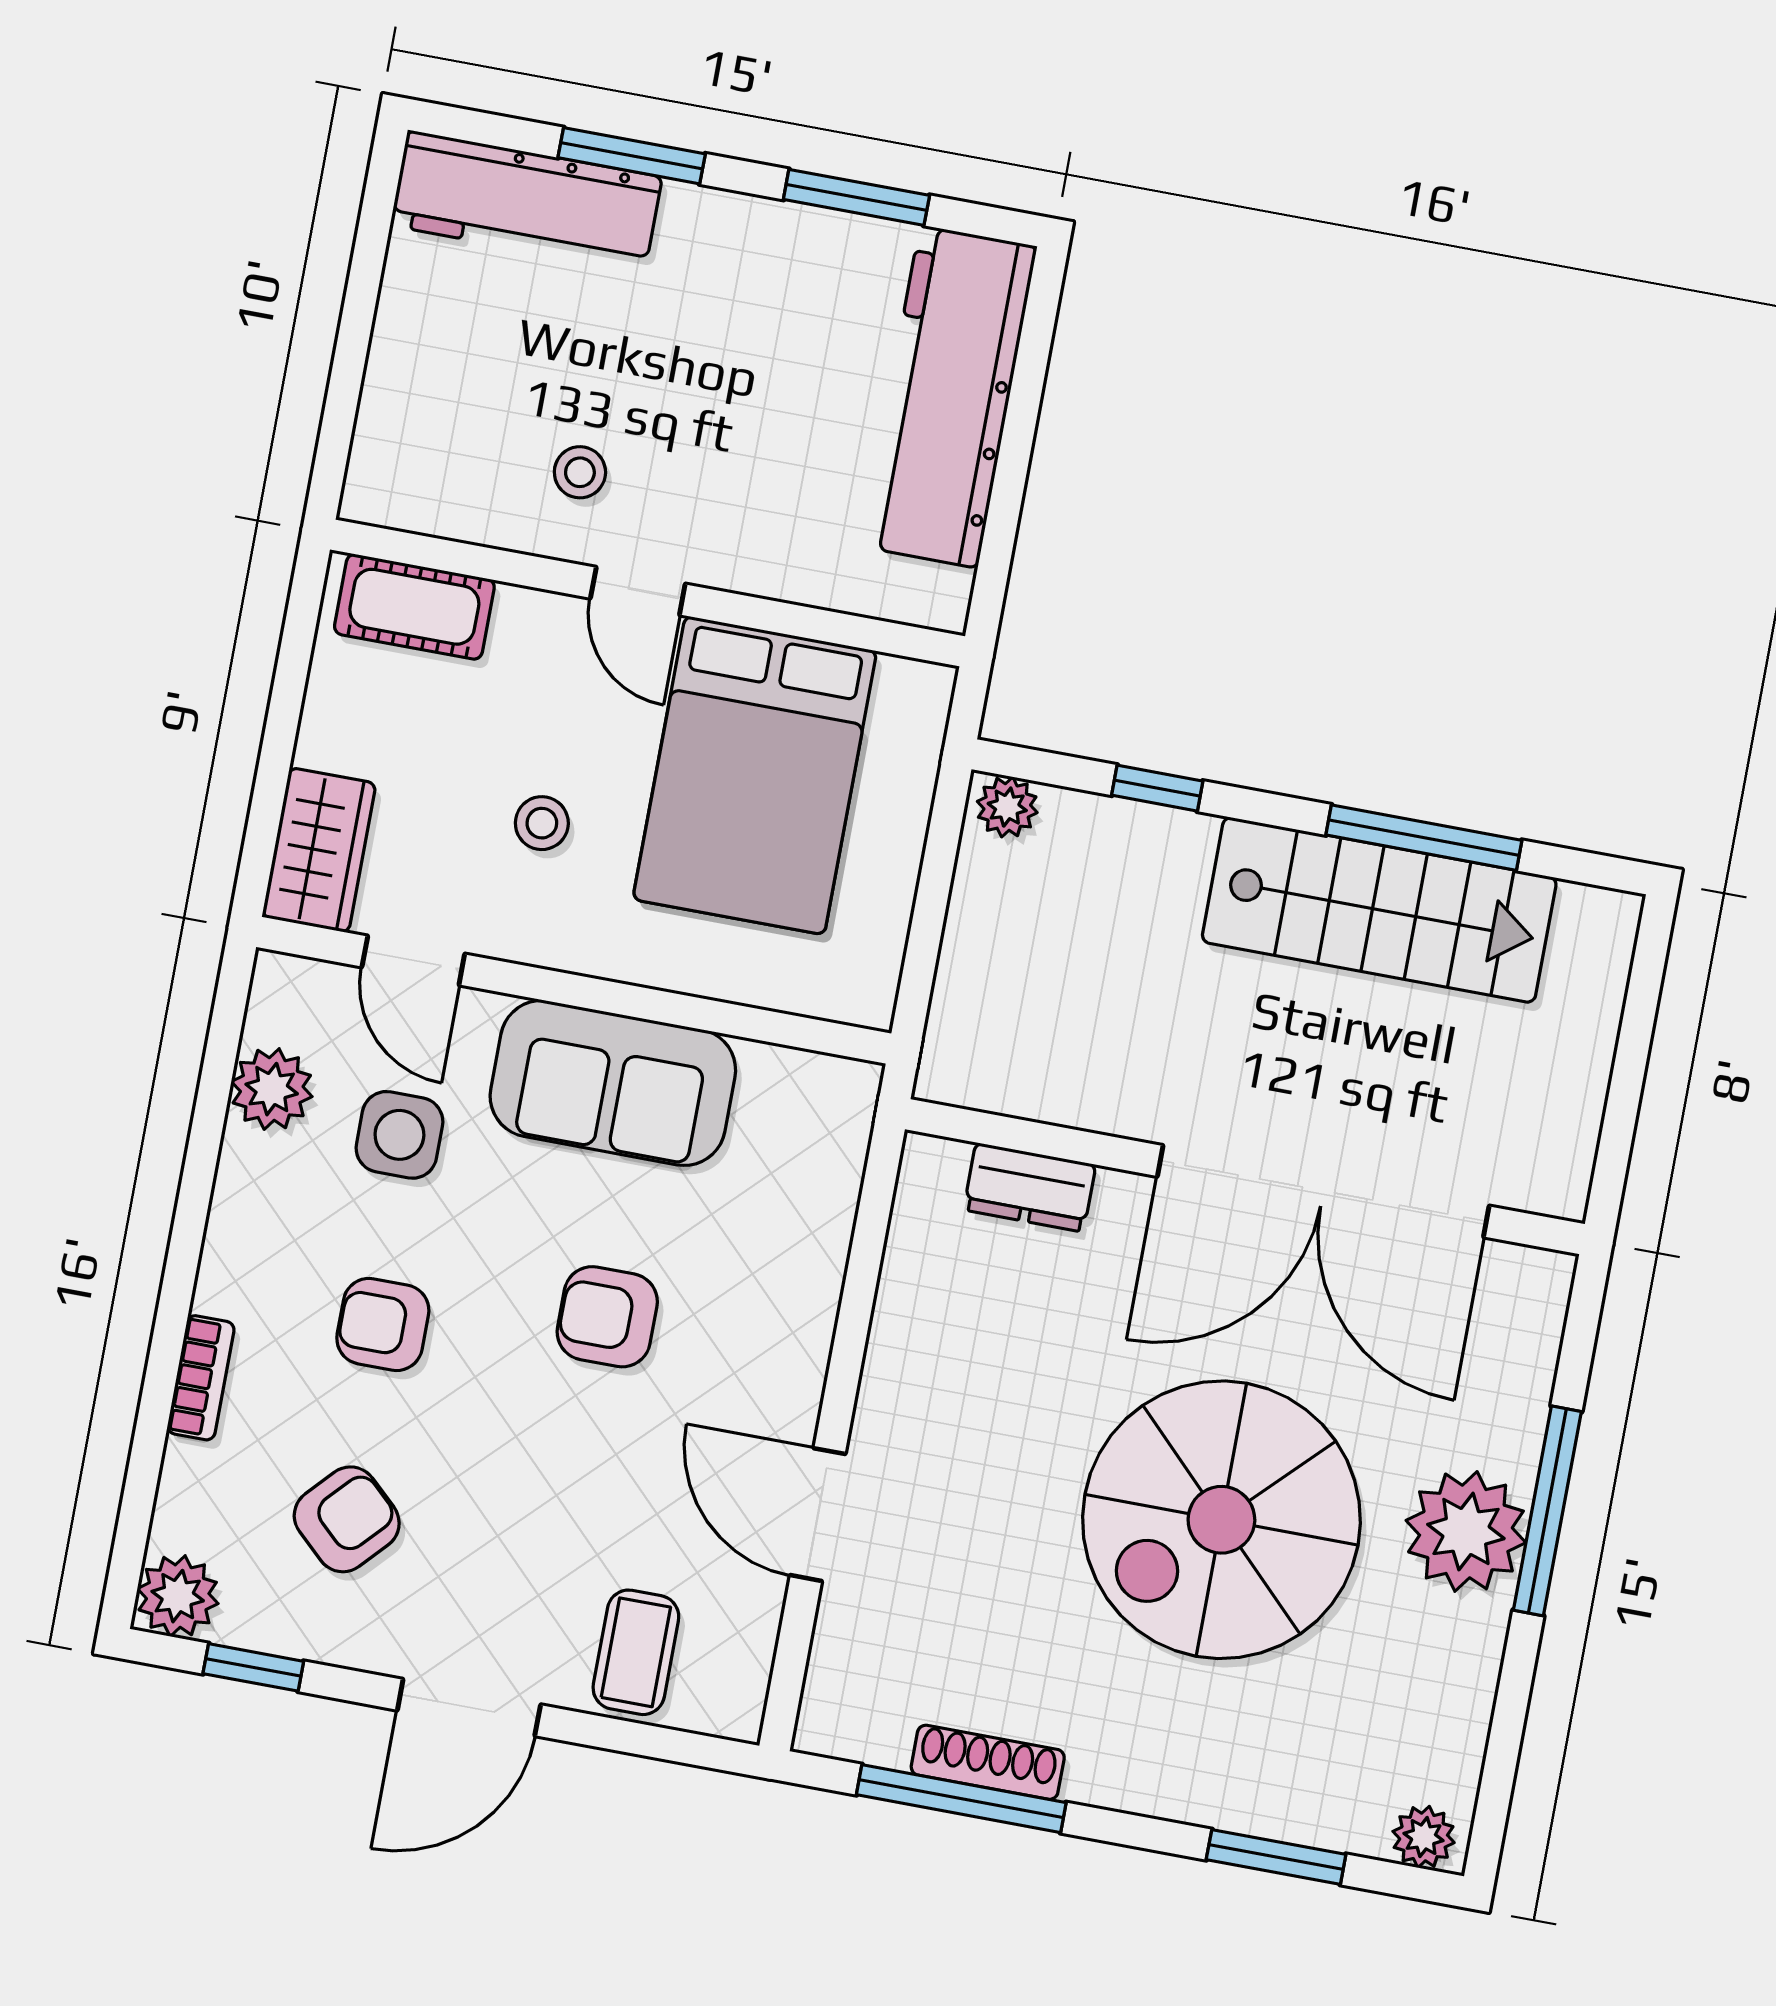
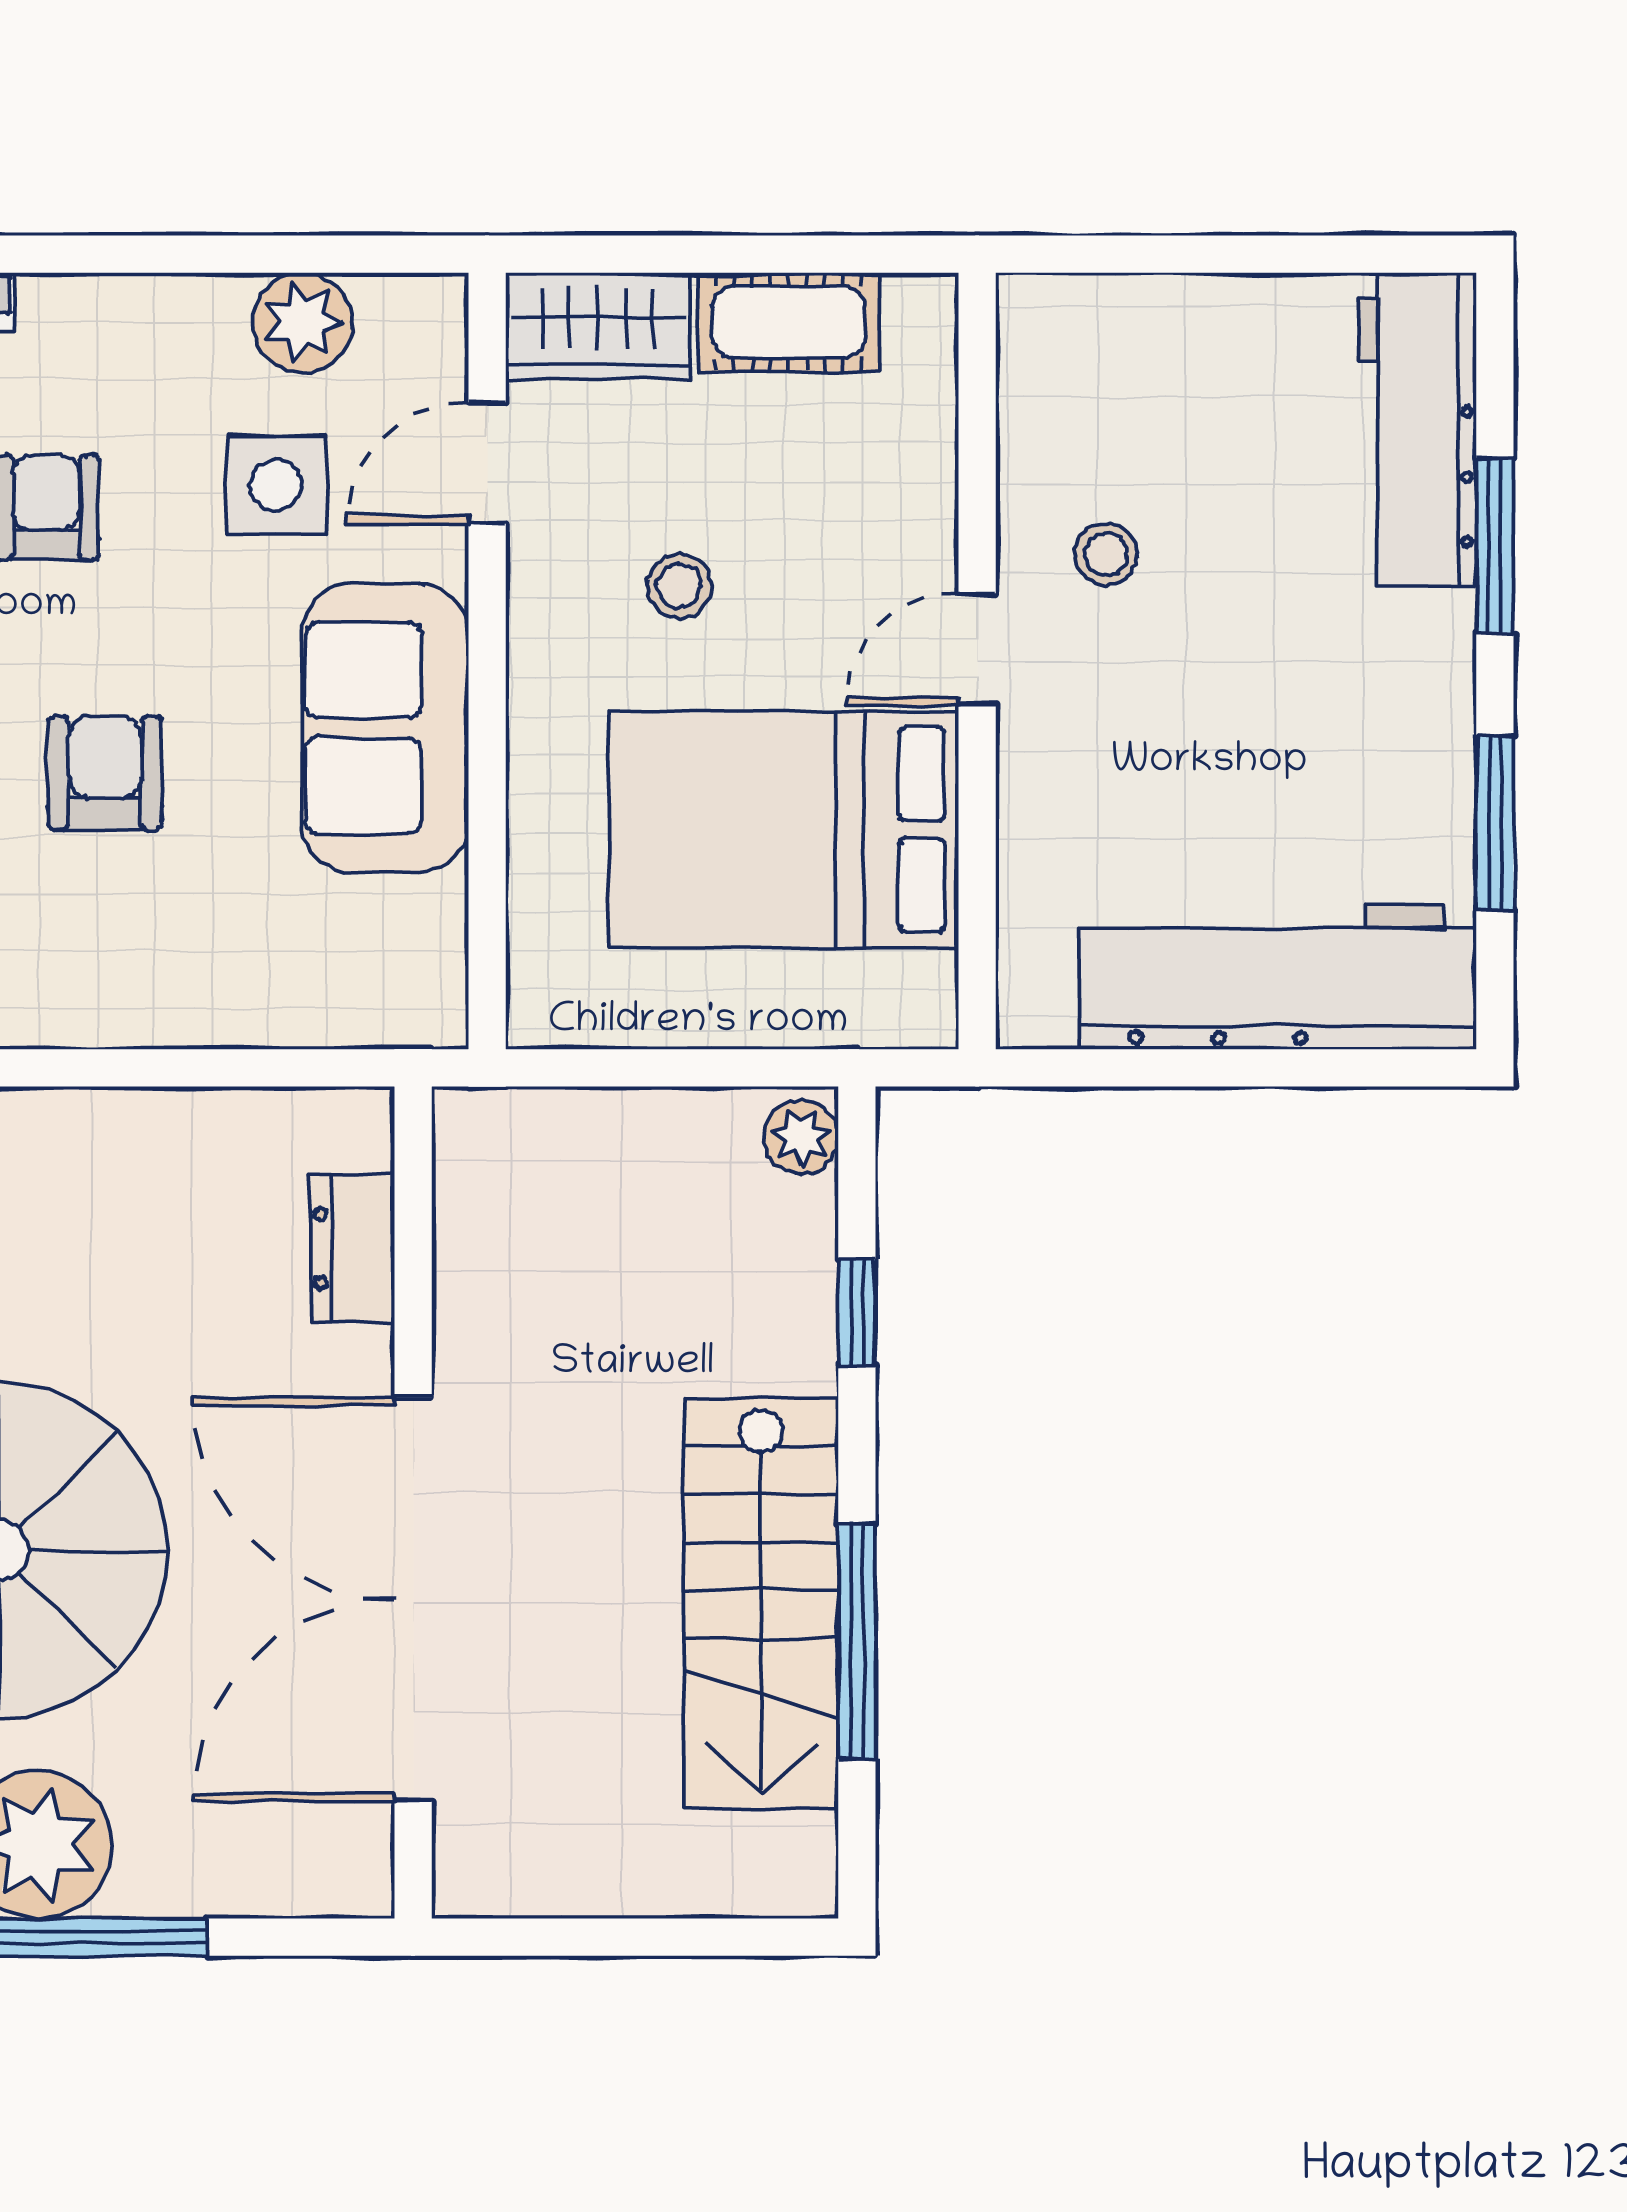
cot: (414, 607) -> (789, 322), moved, turned 90

